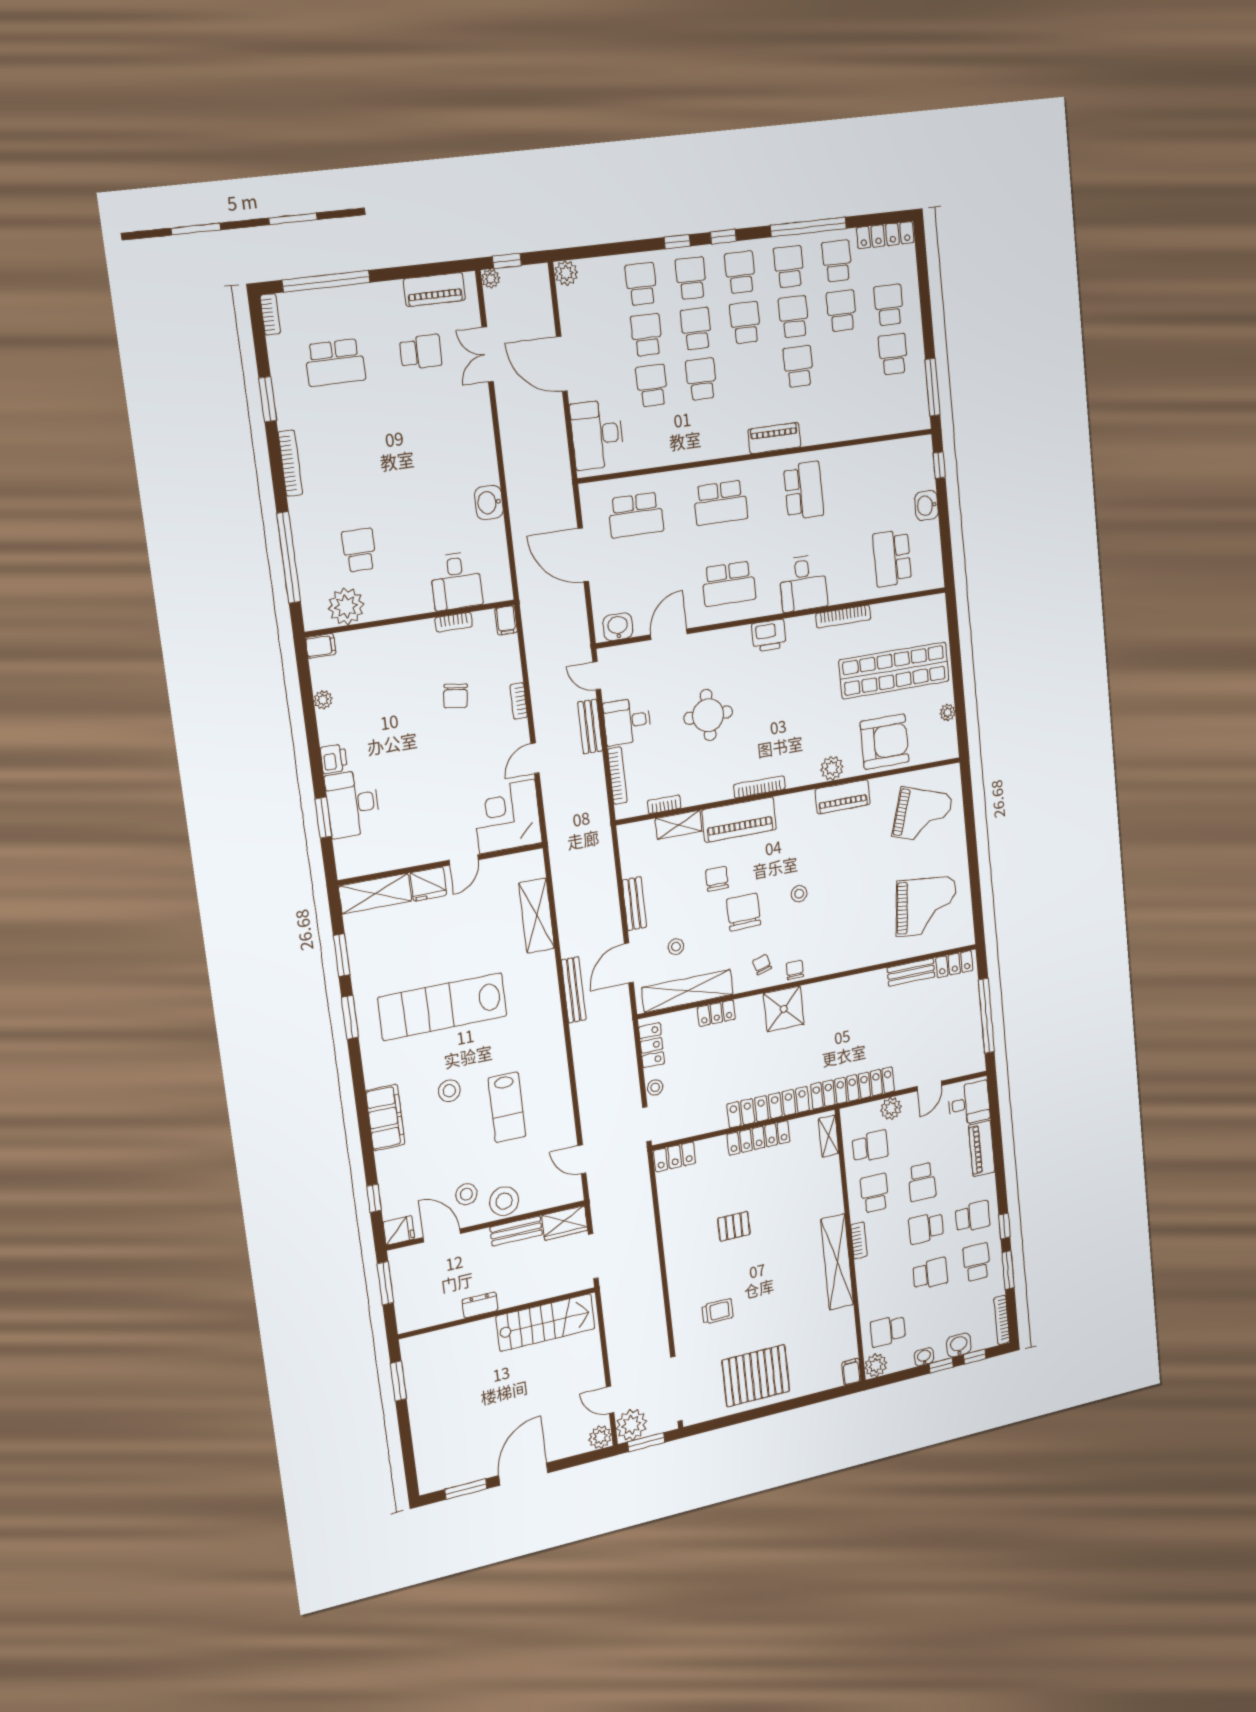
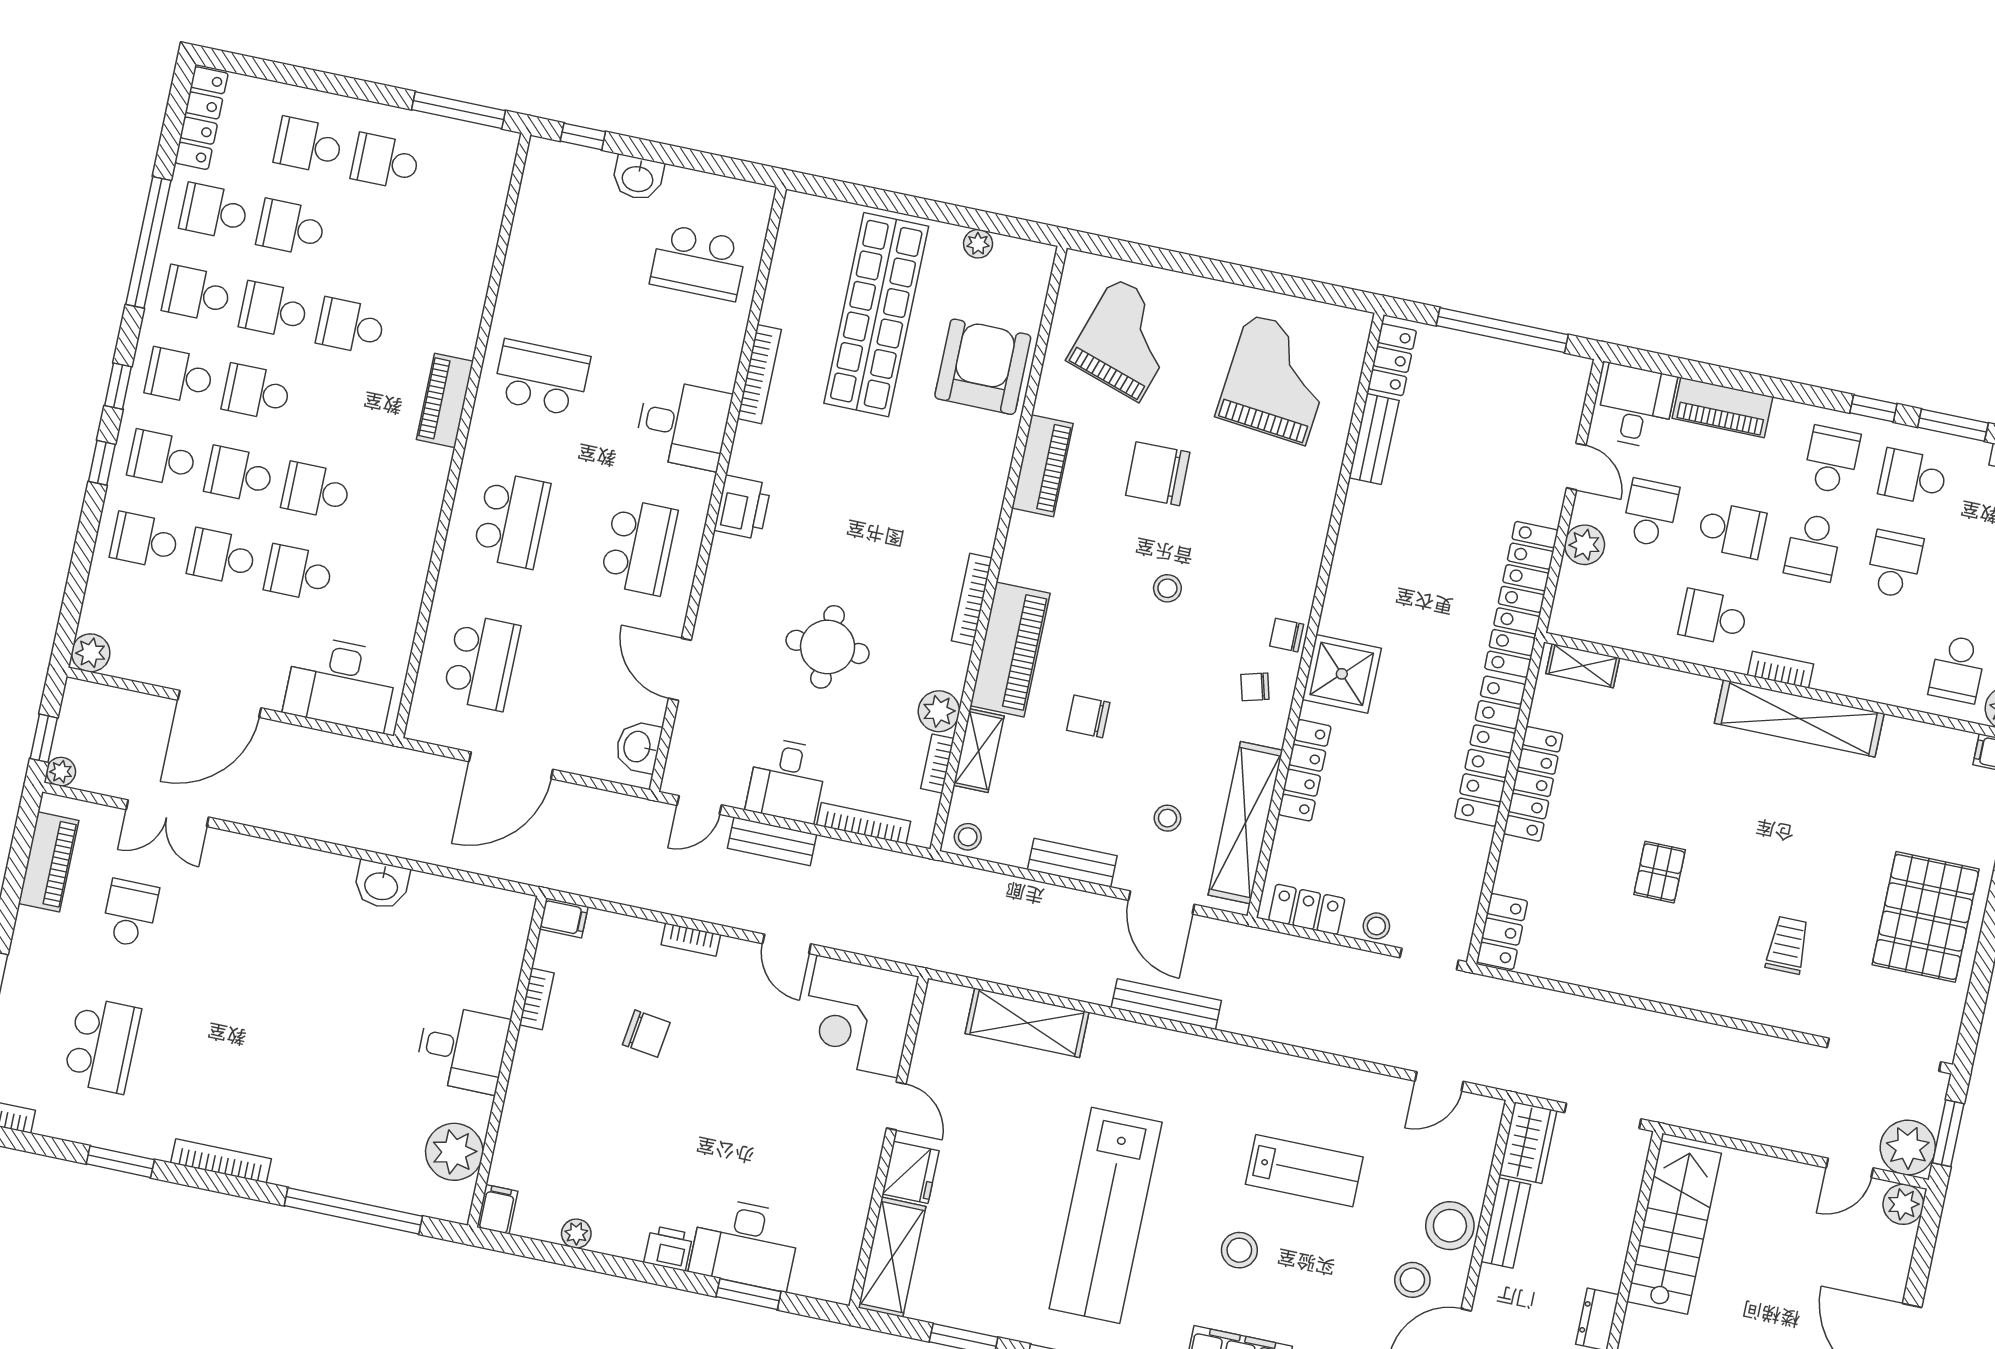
school desk: (359, 550) -> (380, 1104), removed
desk: (456, 581) -> (462, 1049), moved
plant: (832, 768) -> (939, 711), moved
stool: (629, 838) -> (968, 837), added
chair: (744, 912) -> (1158, 474), moved
locker: (716, 1013) -> (1305, 770), width x1.53
school desk: (870, 1146) -> (1650, 513), moved

